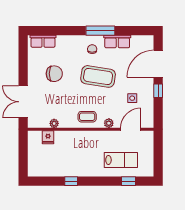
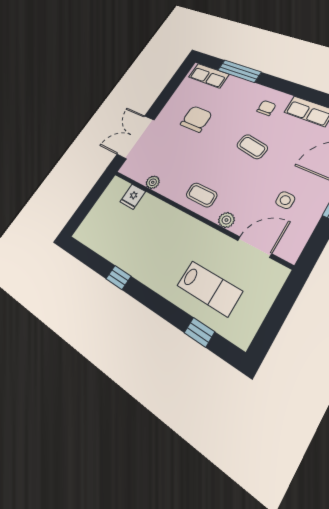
window: (100, 31) -> (239, 71), moved
chair: (54, 74) -> (196, 119), turned -90
coffee table: (98, 76) -> (252, 147), width x0.54, depth x0.58

